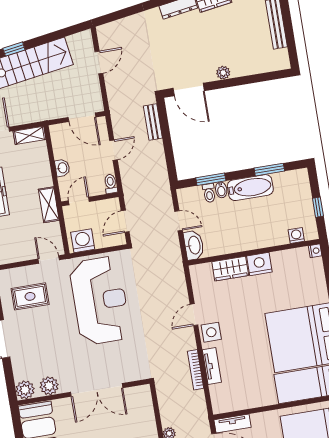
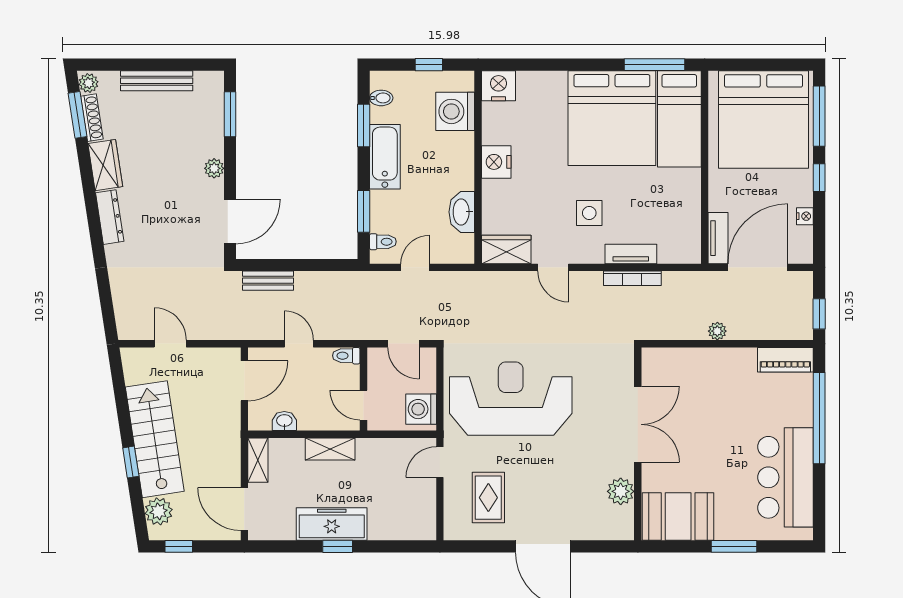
window: (262, 77) -> (230, 114), added
washbasin: (62, 168) -> (284, 421), moved
bidet: (221, 190) -> (381, 98), moved
toilet: (209, 193) -> (383, 242), moved
shelving: (49, 205) -> (330, 449), moved
washing machine: (296, 236) -> (455, 111), width x1.89, depth x1.89
washbasin: (194, 245) -> (462, 212), moved, turned -90
nightstand: (315, 251) -> (499, 86), width x1.89, depth x1.79
wardrobe: (230, 269) -> (506, 249), moved, turned -90
side table: (211, 332) -> (589, 213), moved
plant: (25, 390) -> (621, 527), removed

